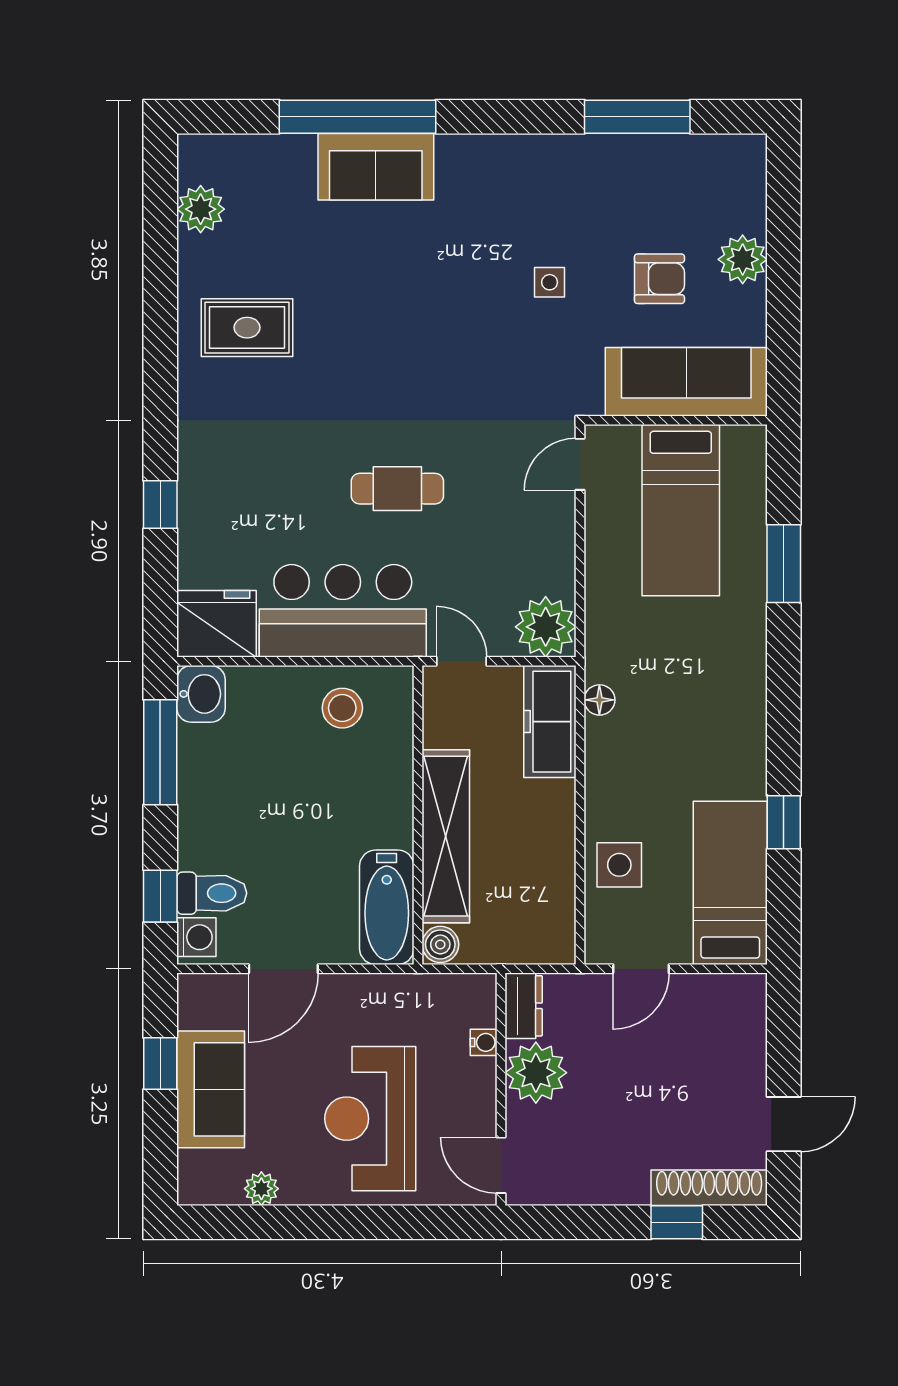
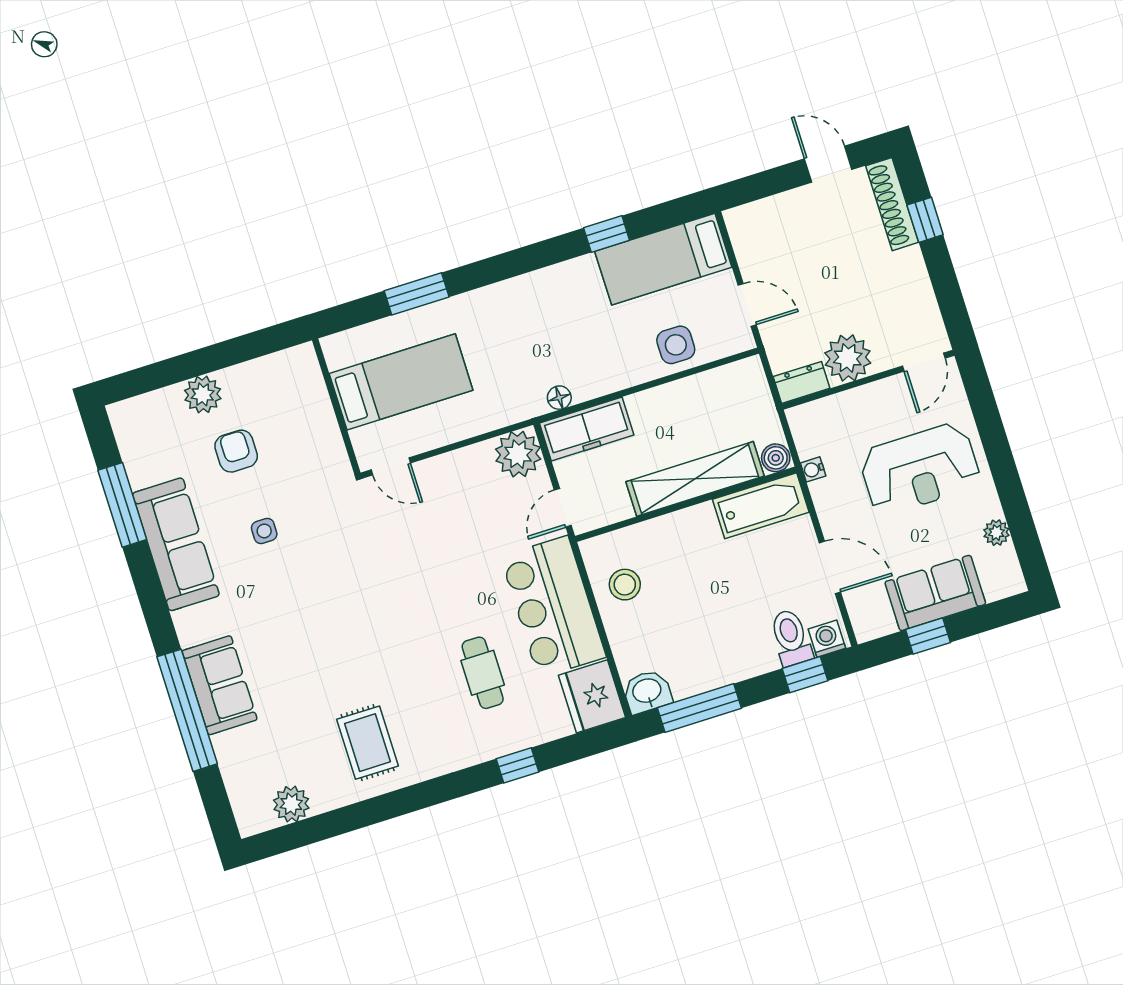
sofa: (686, 382) -> (176, 544), moved, turned 180
cafe table: (397, 489) -> (483, 673), moved
water cooler: (484, 1042) -> (813, 469), moved, turned -90

